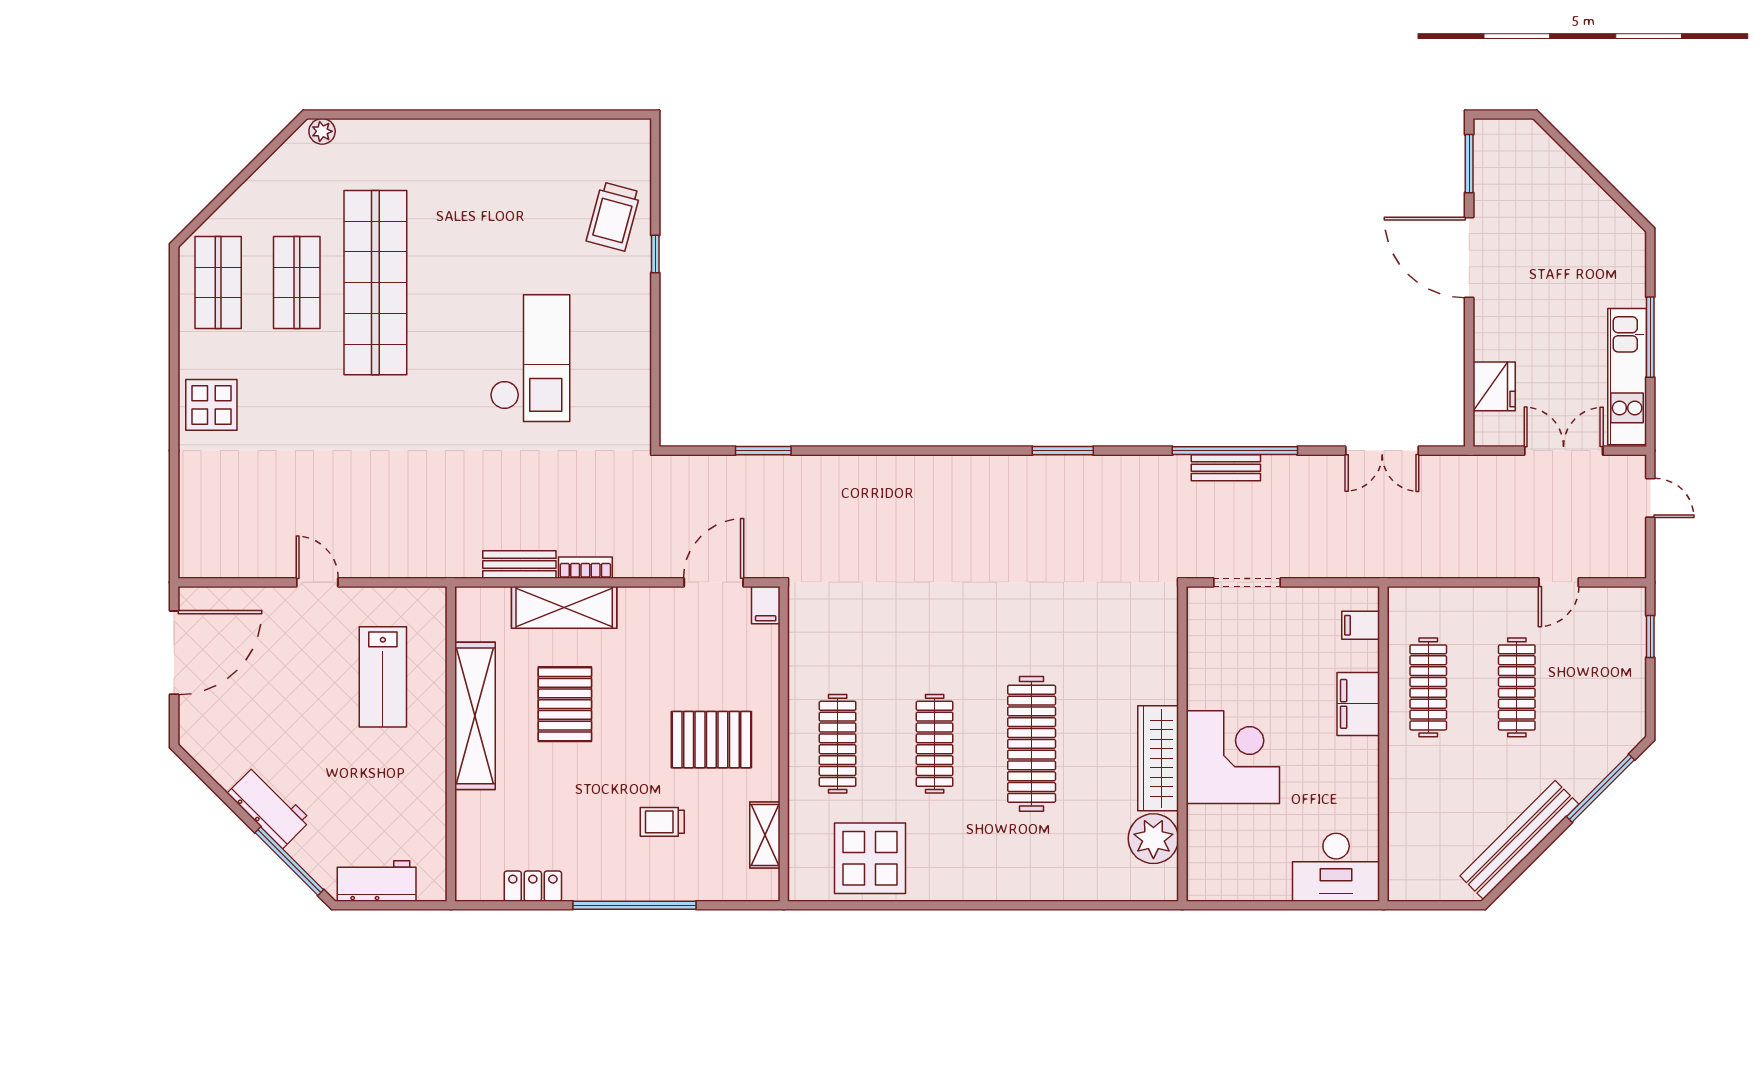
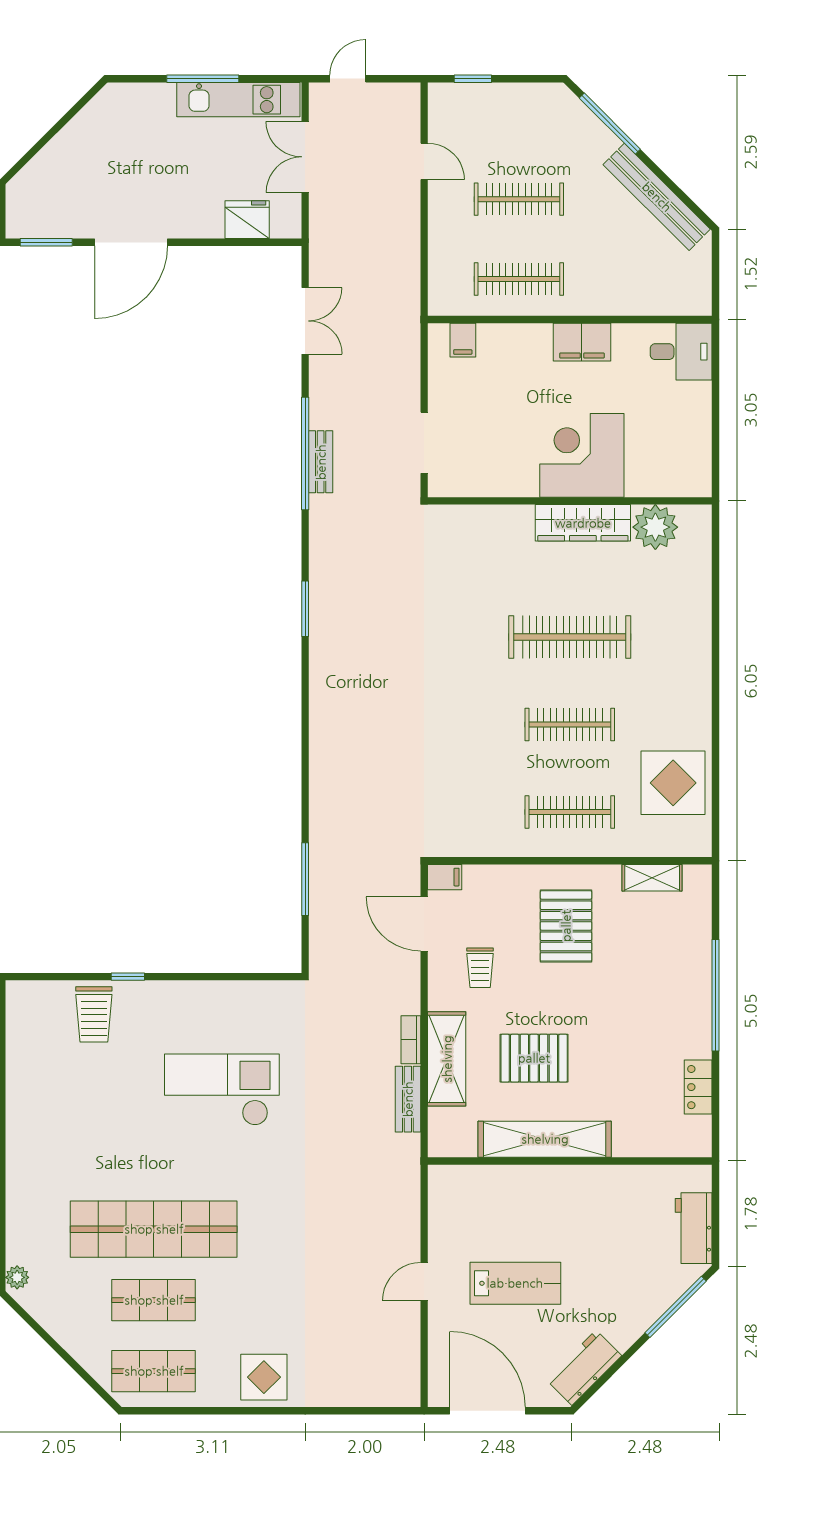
trolley: (613, 216) -> (94, 1014), turned 75
window: (763, 451) -> (305, 879), width x1.44
lab bench: (383, 677) -> (515, 1283), moved
filing cabinet: (1358, 704) -> (582, 342), moved
workbench: (269, 807) -> (584, 1368), moved
trolley: (662, 822) -> (480, 968), moved
desk: (1336, 867) -> (681, 352), width x0.73

